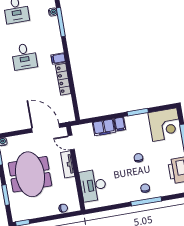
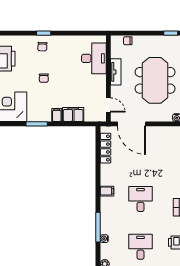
locker: (63, 79) -> (106, 148), moved
tv unit: (68, 164) -> (116, 72), moved
window: (146, 201) -> (44, 33), width x0.46

